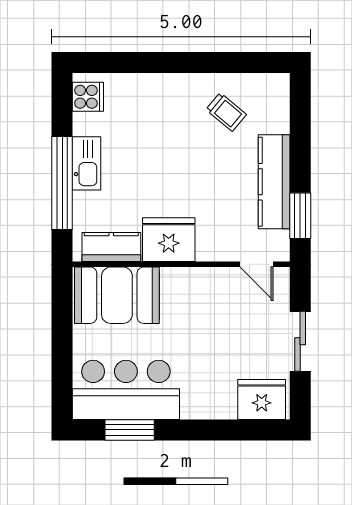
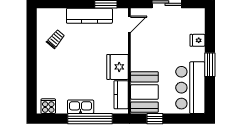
window: (62, 317) -> (155, 119), added
fridge: (262, 400) -> (197, 40), moved, width x0.53, depth x0.75
window: (130, 430) -> (210, 65), moved

